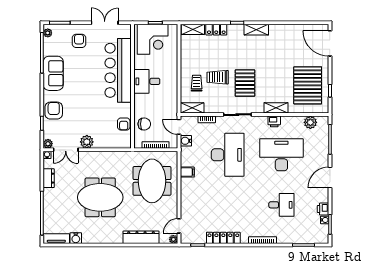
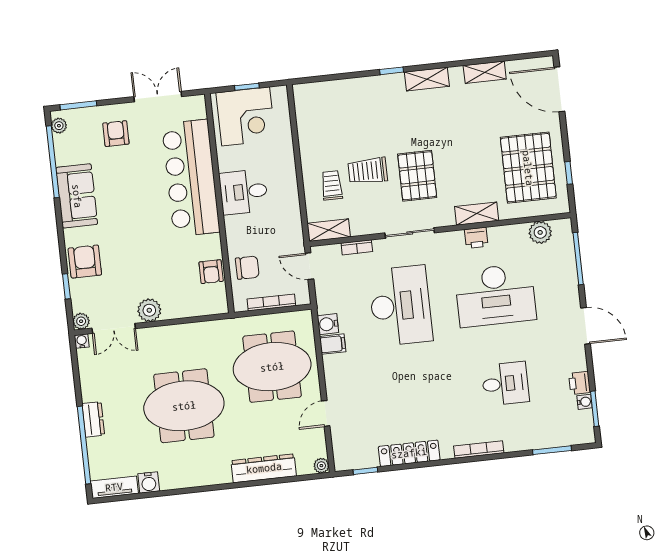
shelving: (193, 29) -> (485, 72), moved
locker: (216, 30) -> (356, 87), removed
water cooler: (186, 141) -> (328, 324), moved
desk: (281, 155) -> (495, 295), turned 180
door: (330, 177) -> (585, 326), swing flipped
dresser: (49, 178) -> (93, 419), moved
meeting table: (152, 181) -> (272, 367), turned 90
door: (179, 226) -> (326, 413), moved

